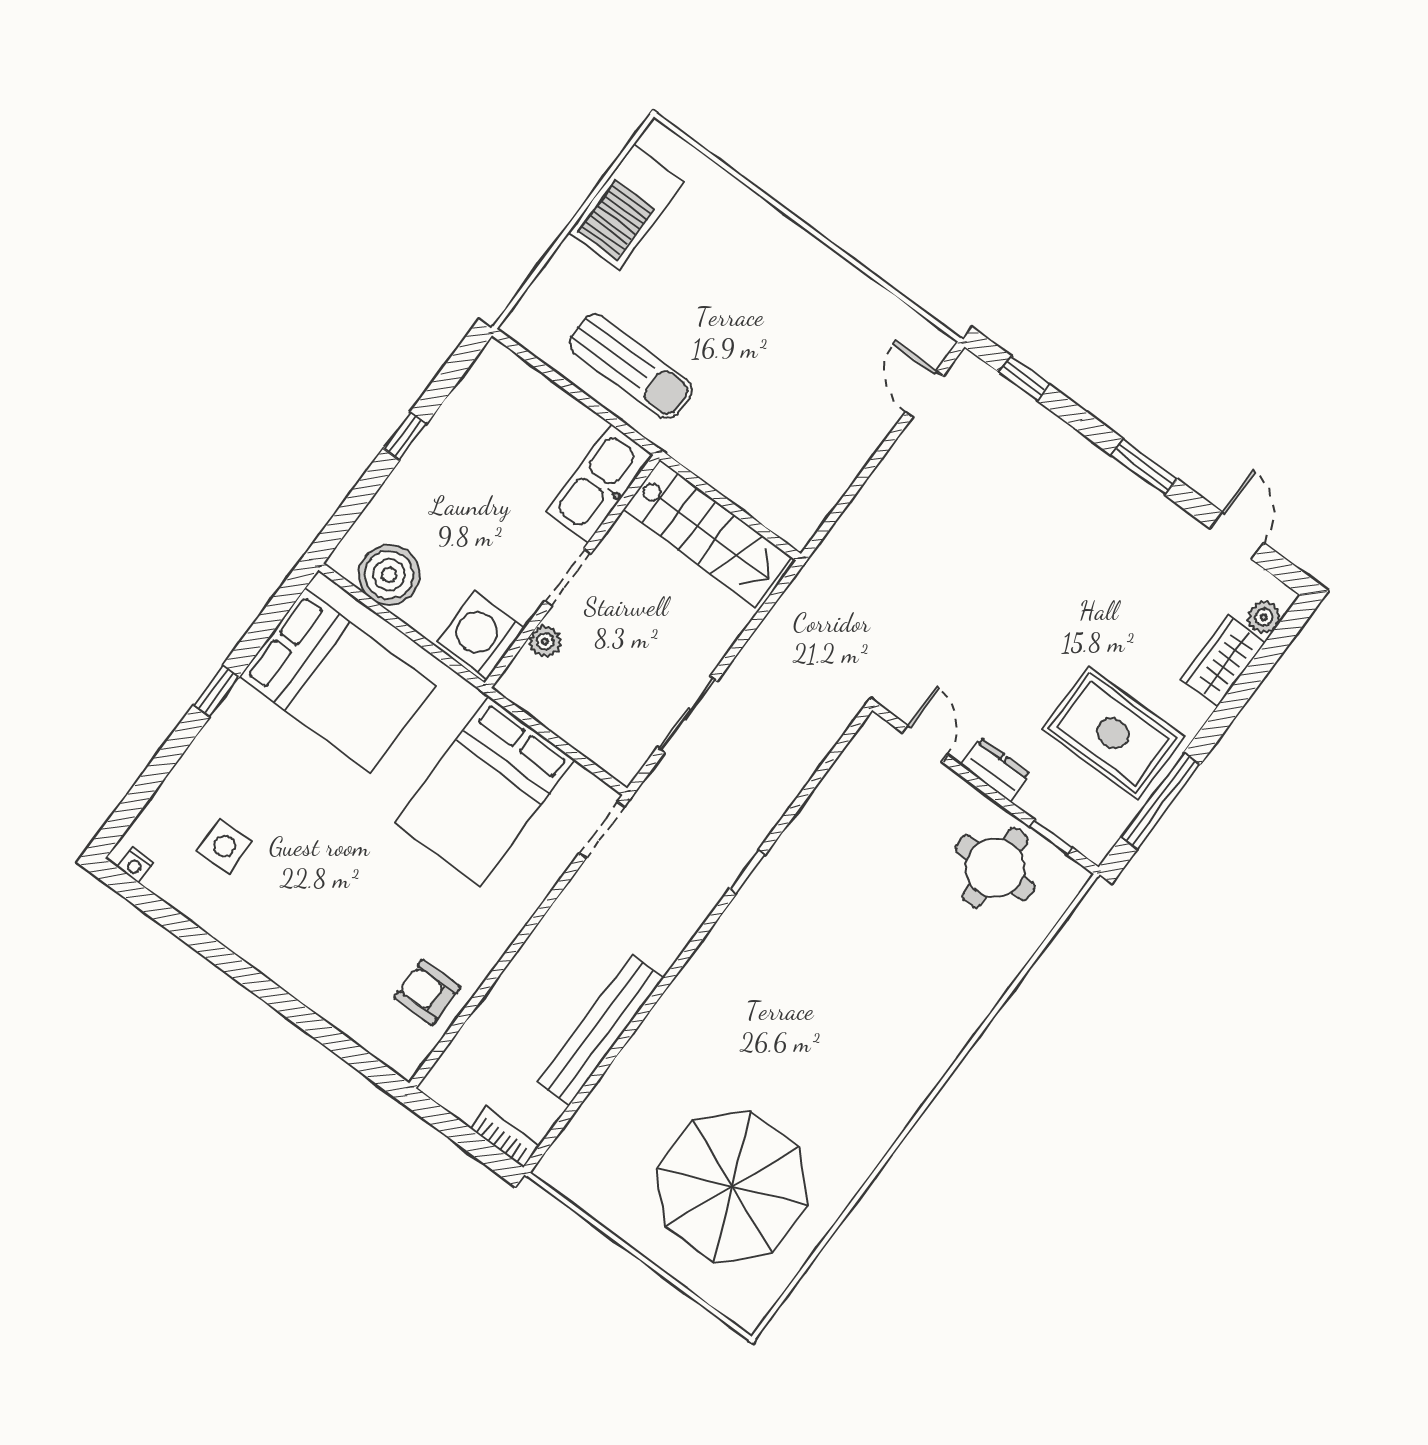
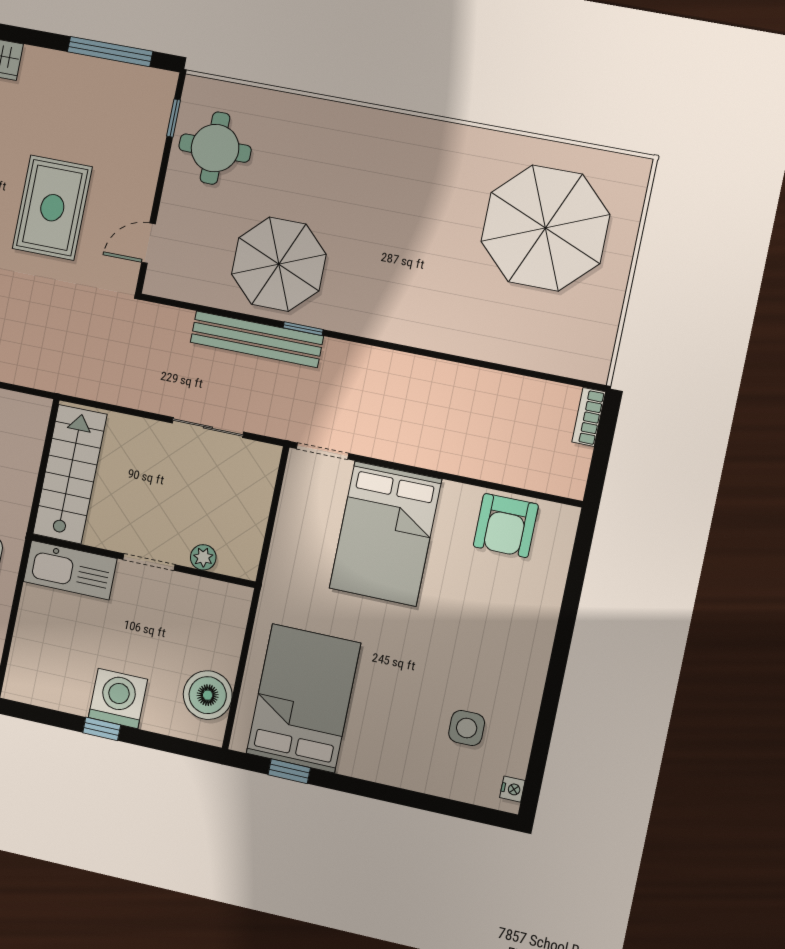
washing machine: (481, 635) -> (118, 698), moved, turned 180
window: (216, 691) -> (289, 771), moved
rug: (1113, 733) -> (52, 208), moved
dresser: (996, 770) -> (143, 182), removed
bed: (485, 791) -> (385, 534), moved, turned 90
parasol: (832, 878) -> (279, 264), added
armchair: (427, 993) -> (506, 525), width x1.38, depth x1.38
bench: (601, 1030) -> (257, 339), moved

